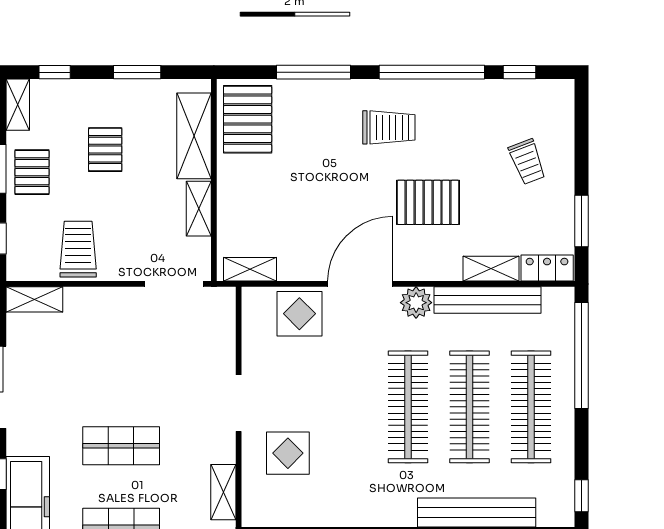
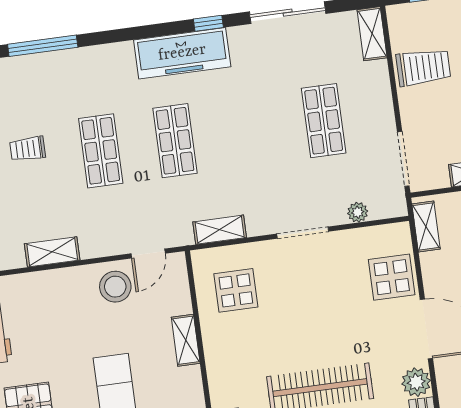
plant: (225, 341) -> (358, 212), added
shop shelf: (121, 446) -> (324, 121), moved
display table: (288, 453) -> (236, 290), moved

